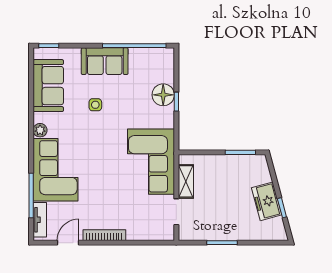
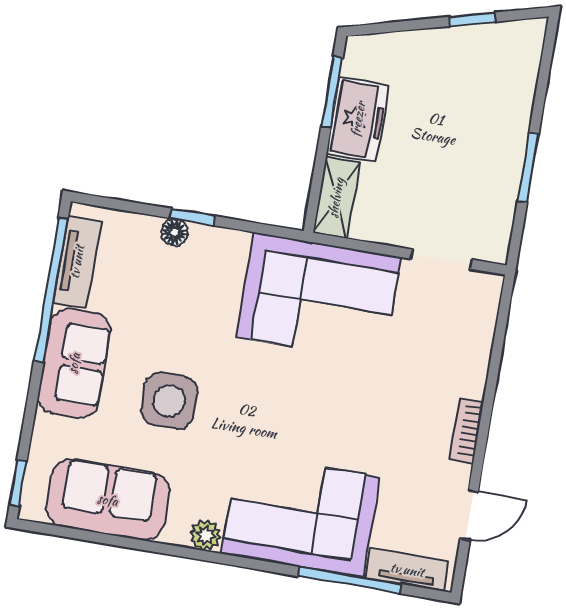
tv unit: (149, 55) -> (77, 262), added
floor lamp: (163, 95) -> (174, 232), width x0.53, depth x0.53
side table: (95, 105) -> (169, 401), width x1.87, depth x1.87
shelving: (186, 181) -> (336, 198), moved, turned 90
freezer: (267, 201) -> (358, 119), moved, turned -75
bookcase: (104, 235) -> (466, 430), width x0.64
door: (68, 243) -> (469, 515), swing flipped

